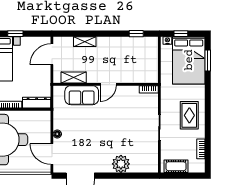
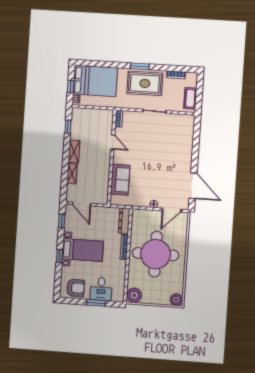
window: (15, 34) -> (62, 221), moved
window: (208, 60) -> (140, 66), moved
shelving: (74, 77) -> (74, 151), moved
door: (108, 84) -> (113, 142), moved
rug: (189, 115) -> (145, 83), width x1.36, depth x1.43
plant: (121, 164) -> (185, 148), removed

